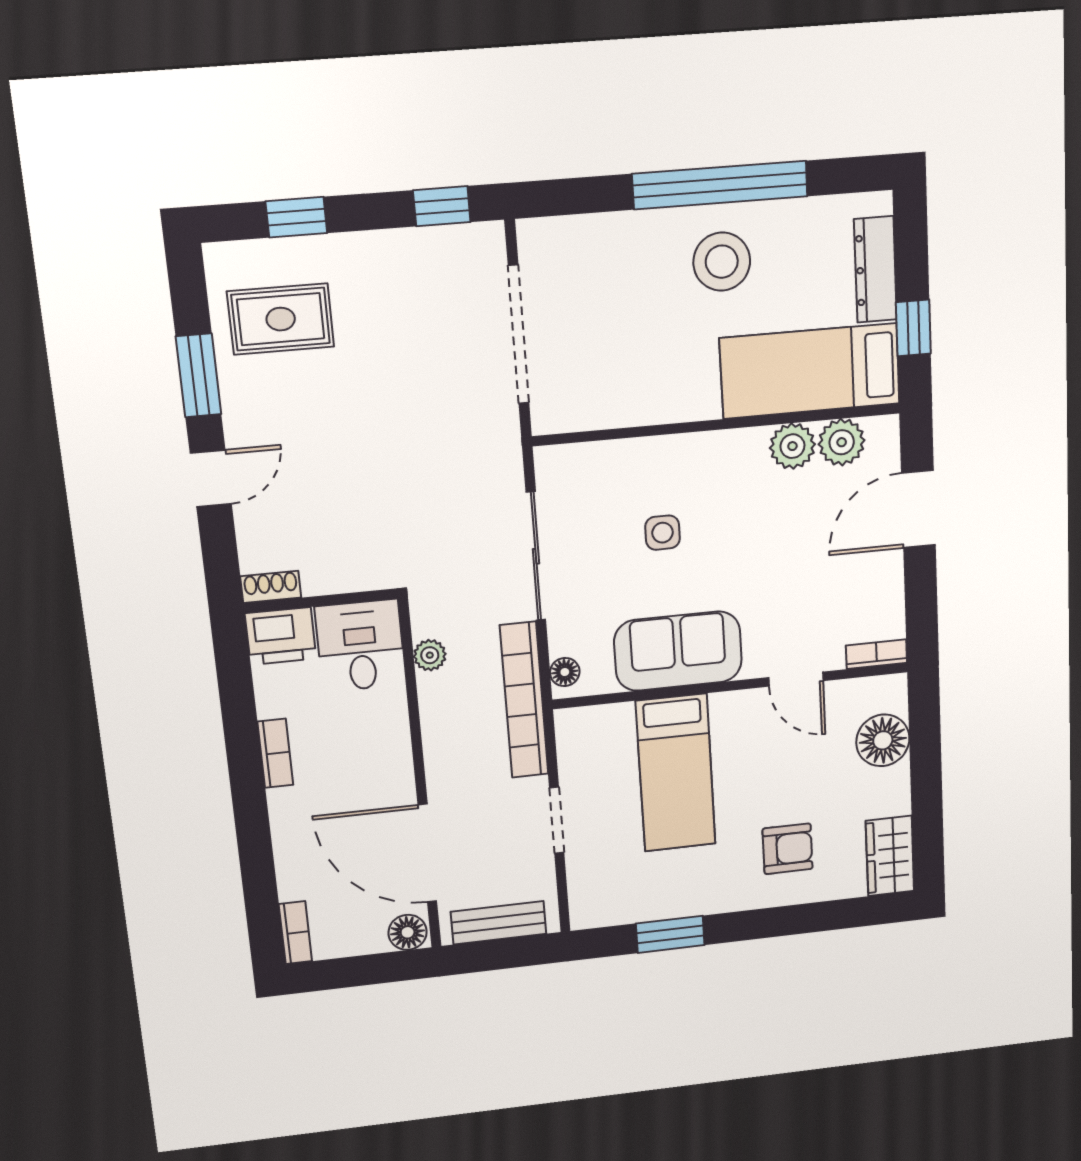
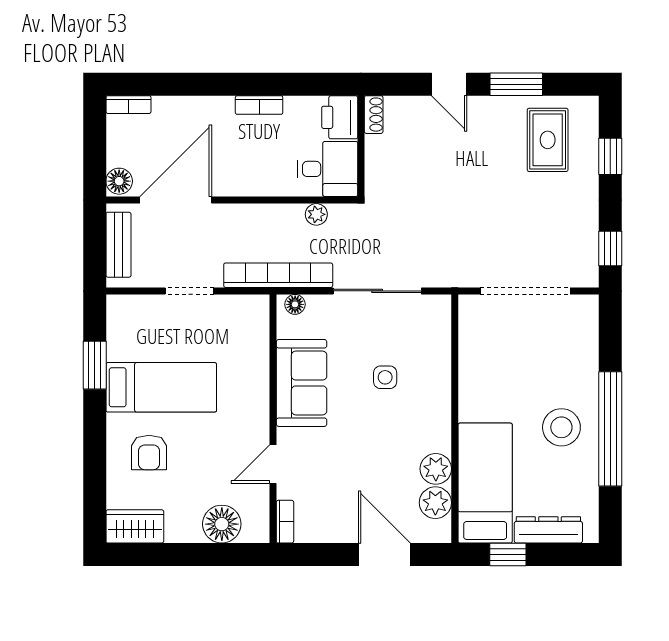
bed: (676, 773) -> (161, 387), moved, turned 180

